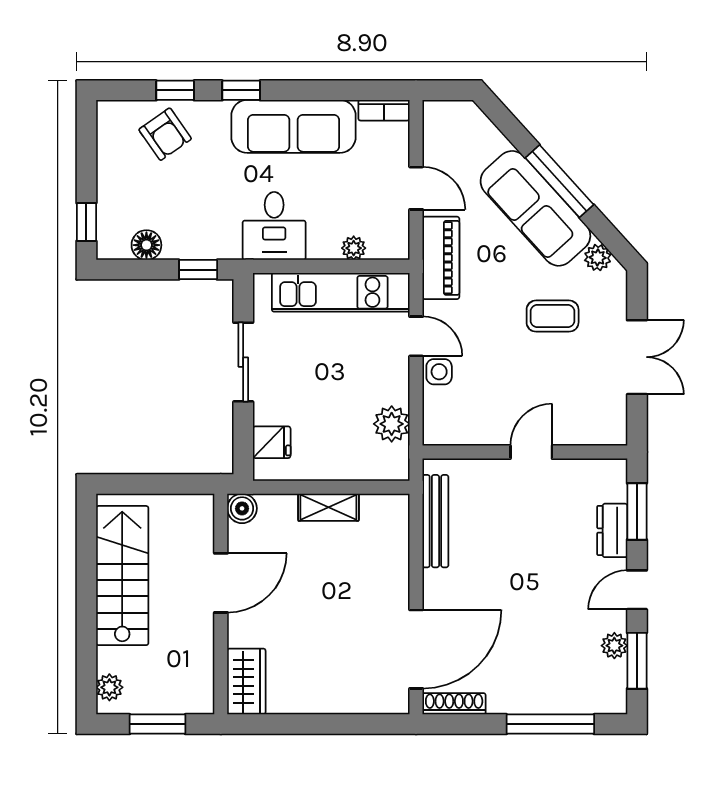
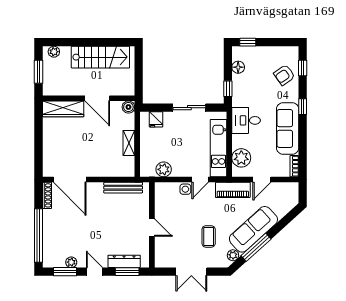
window: (175, 90) -> (303, 68), moved
window: (559, 181) -> (256, 247), moved
plant: (354, 248) -> (241, 158), width x1.87, depth x1.87
dresser: (612, 530) -> (124, 261), width x1.44
wardrobe: (246, 682) -> (63, 109), width x1.50
window: (550, 724) -> (38, 236), width x1.46

